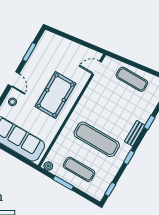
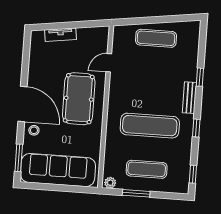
tv unit: (65, 43) -> (60, 35), added
window: (29, 52) -> (25, 65), removed
door: (97, 68) -> (109, 63), moved
door: (14, 79) -> (23, 104), width x1.87

